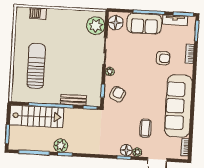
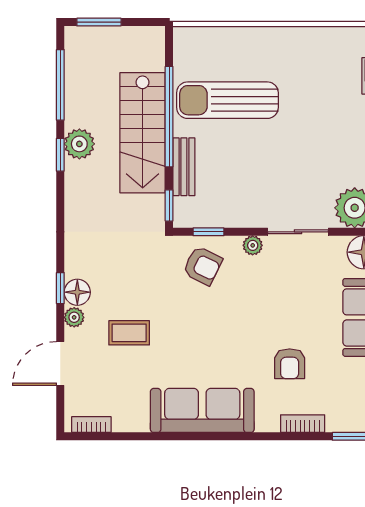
sun lounger: (36, 66) -> (227, 100), moved, turned 180
sofa: (178, 106) -> (202, 410), width x0.74, depth x0.79
stairs: (37, 116) -> (143, 133), moved

